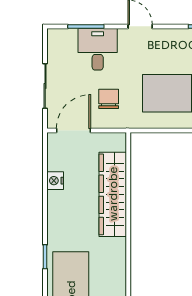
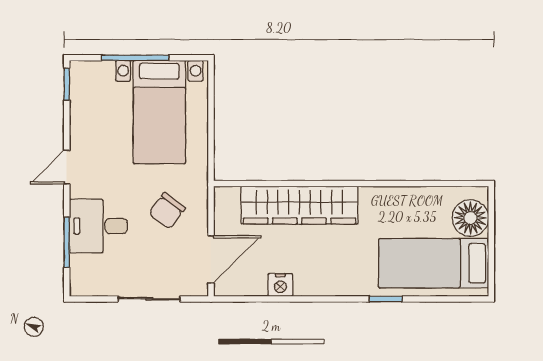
chair: (109, 99) -> (167, 211), turned -53
door: (74, 131) -> (211, 259), swing flipped

